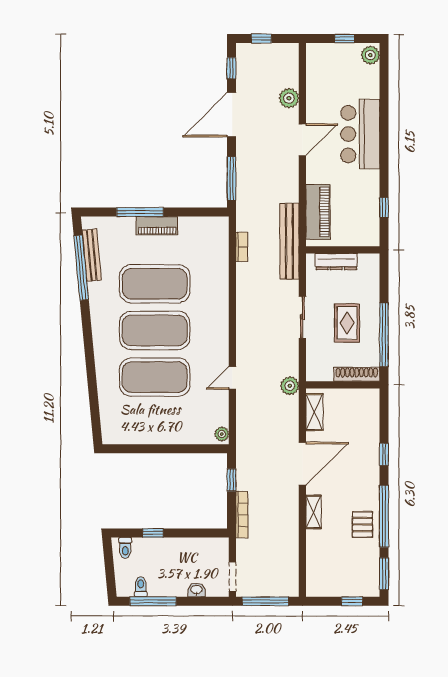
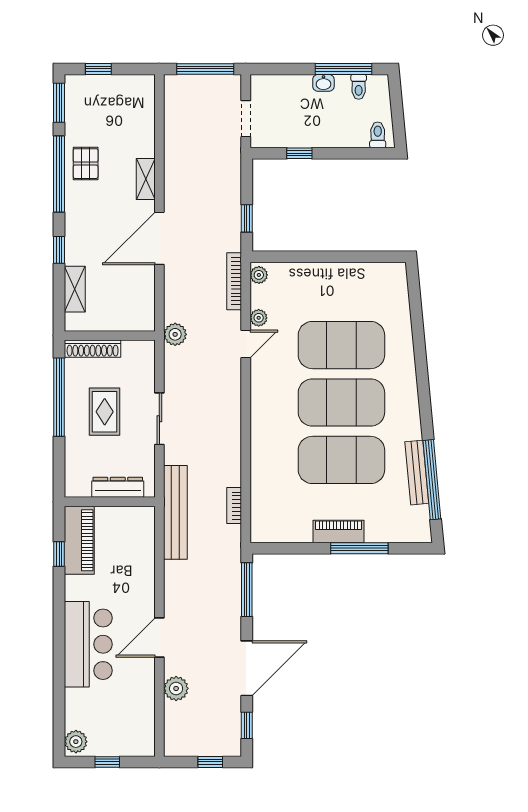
piano: (318, 212) -> (79, 540), moved, turned 180
bench: (92, 255) -> (417, 473), moved
plant: (222, 399) -> (259, 318), added
shelving: (314, 412) -> (75, 289), moved
bookcase: (242, 515) -> (234, 281), moved
window: (153, 533) -> (299, 153), moved
doorway: (232, 577) -> (246, 119), moved
washbasin: (197, 590) -> (323, 83), moved

